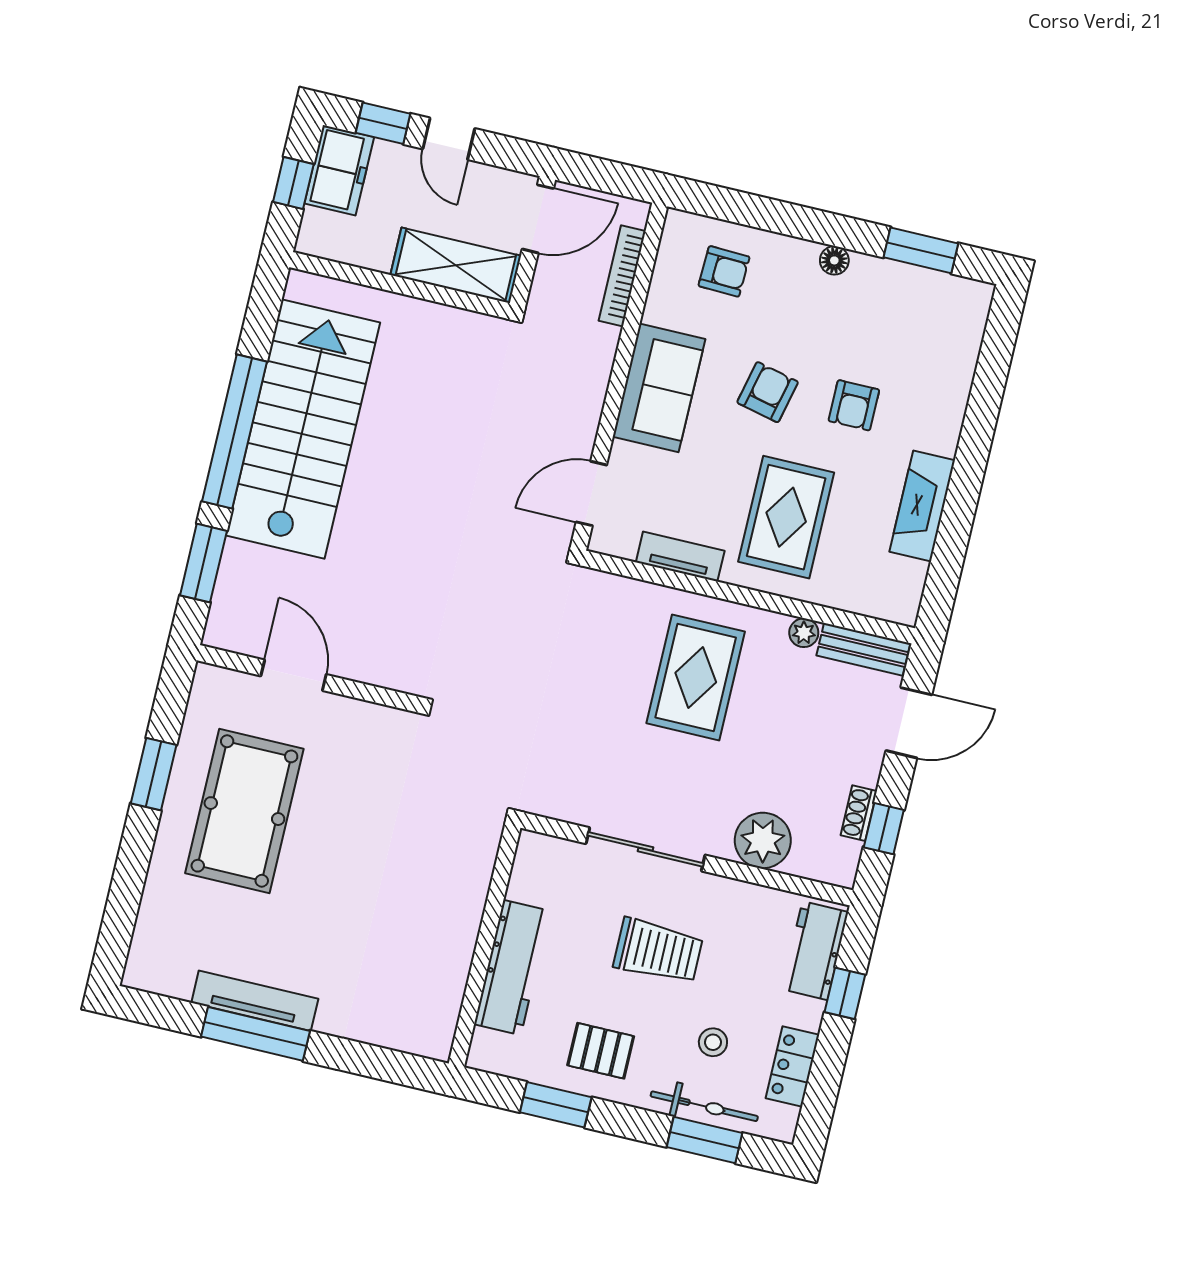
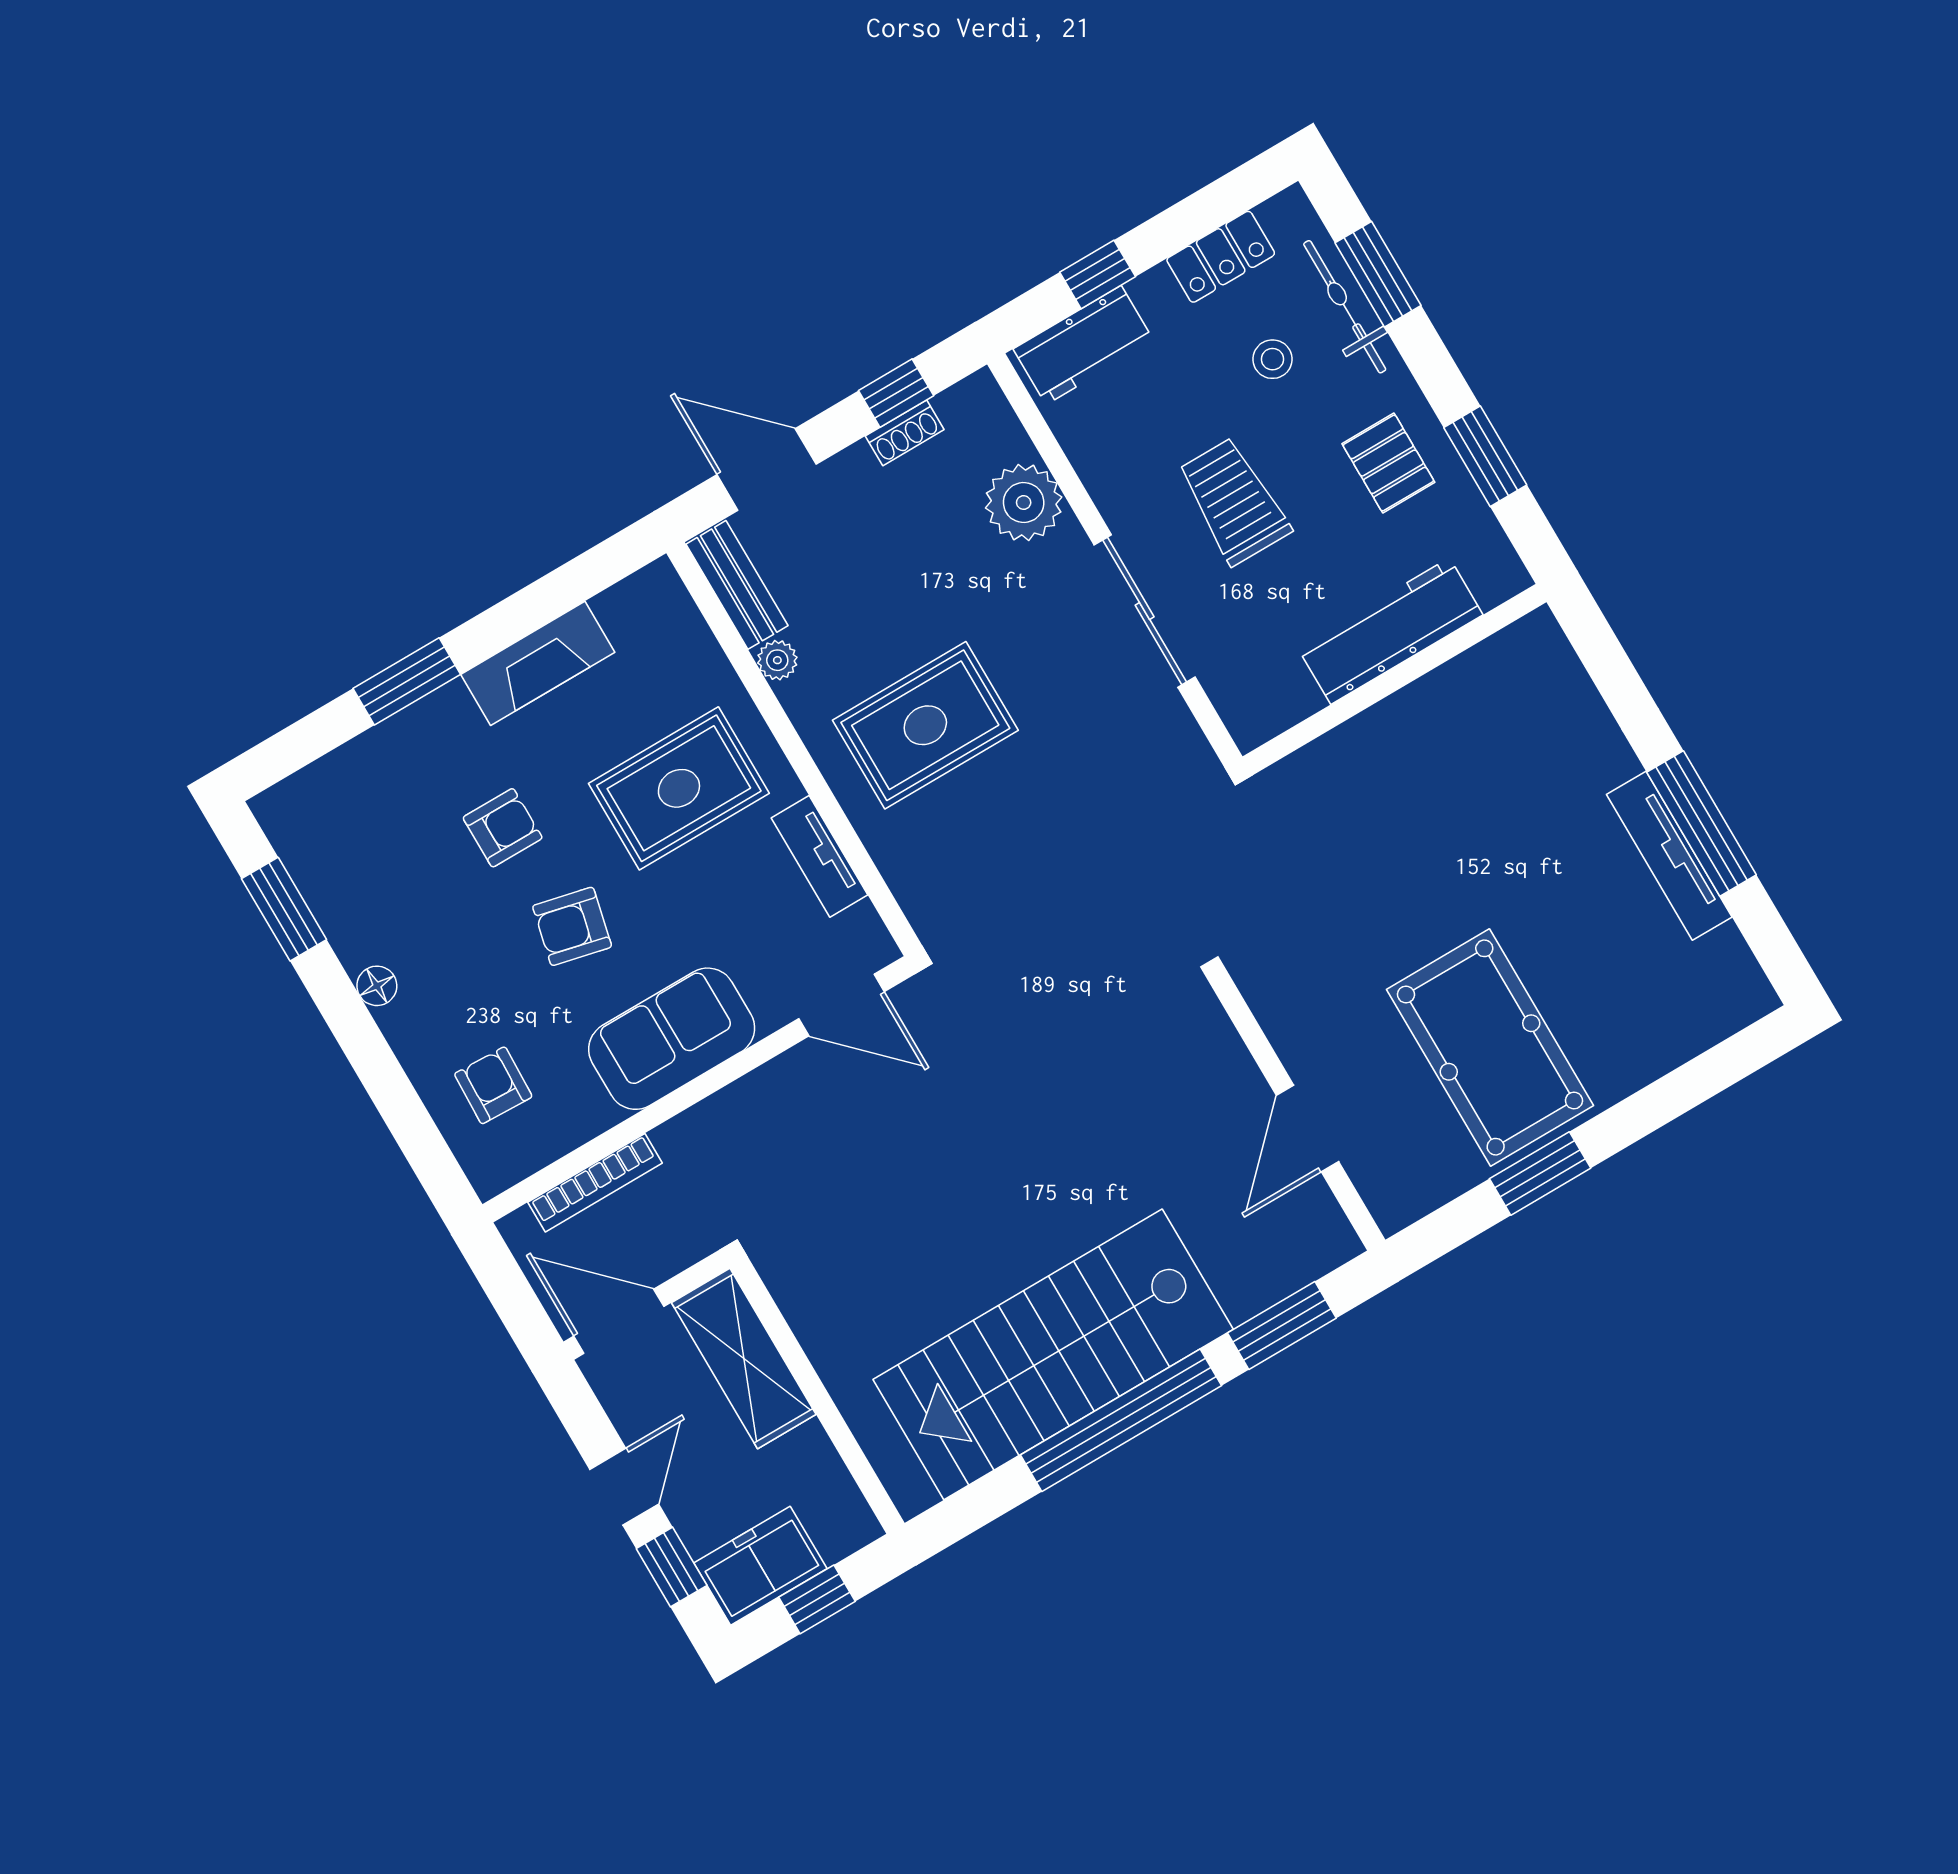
window: (978, 429) -> (407, 681), added
pool table: (244, 811) -> (1490, 1047), turned 90

